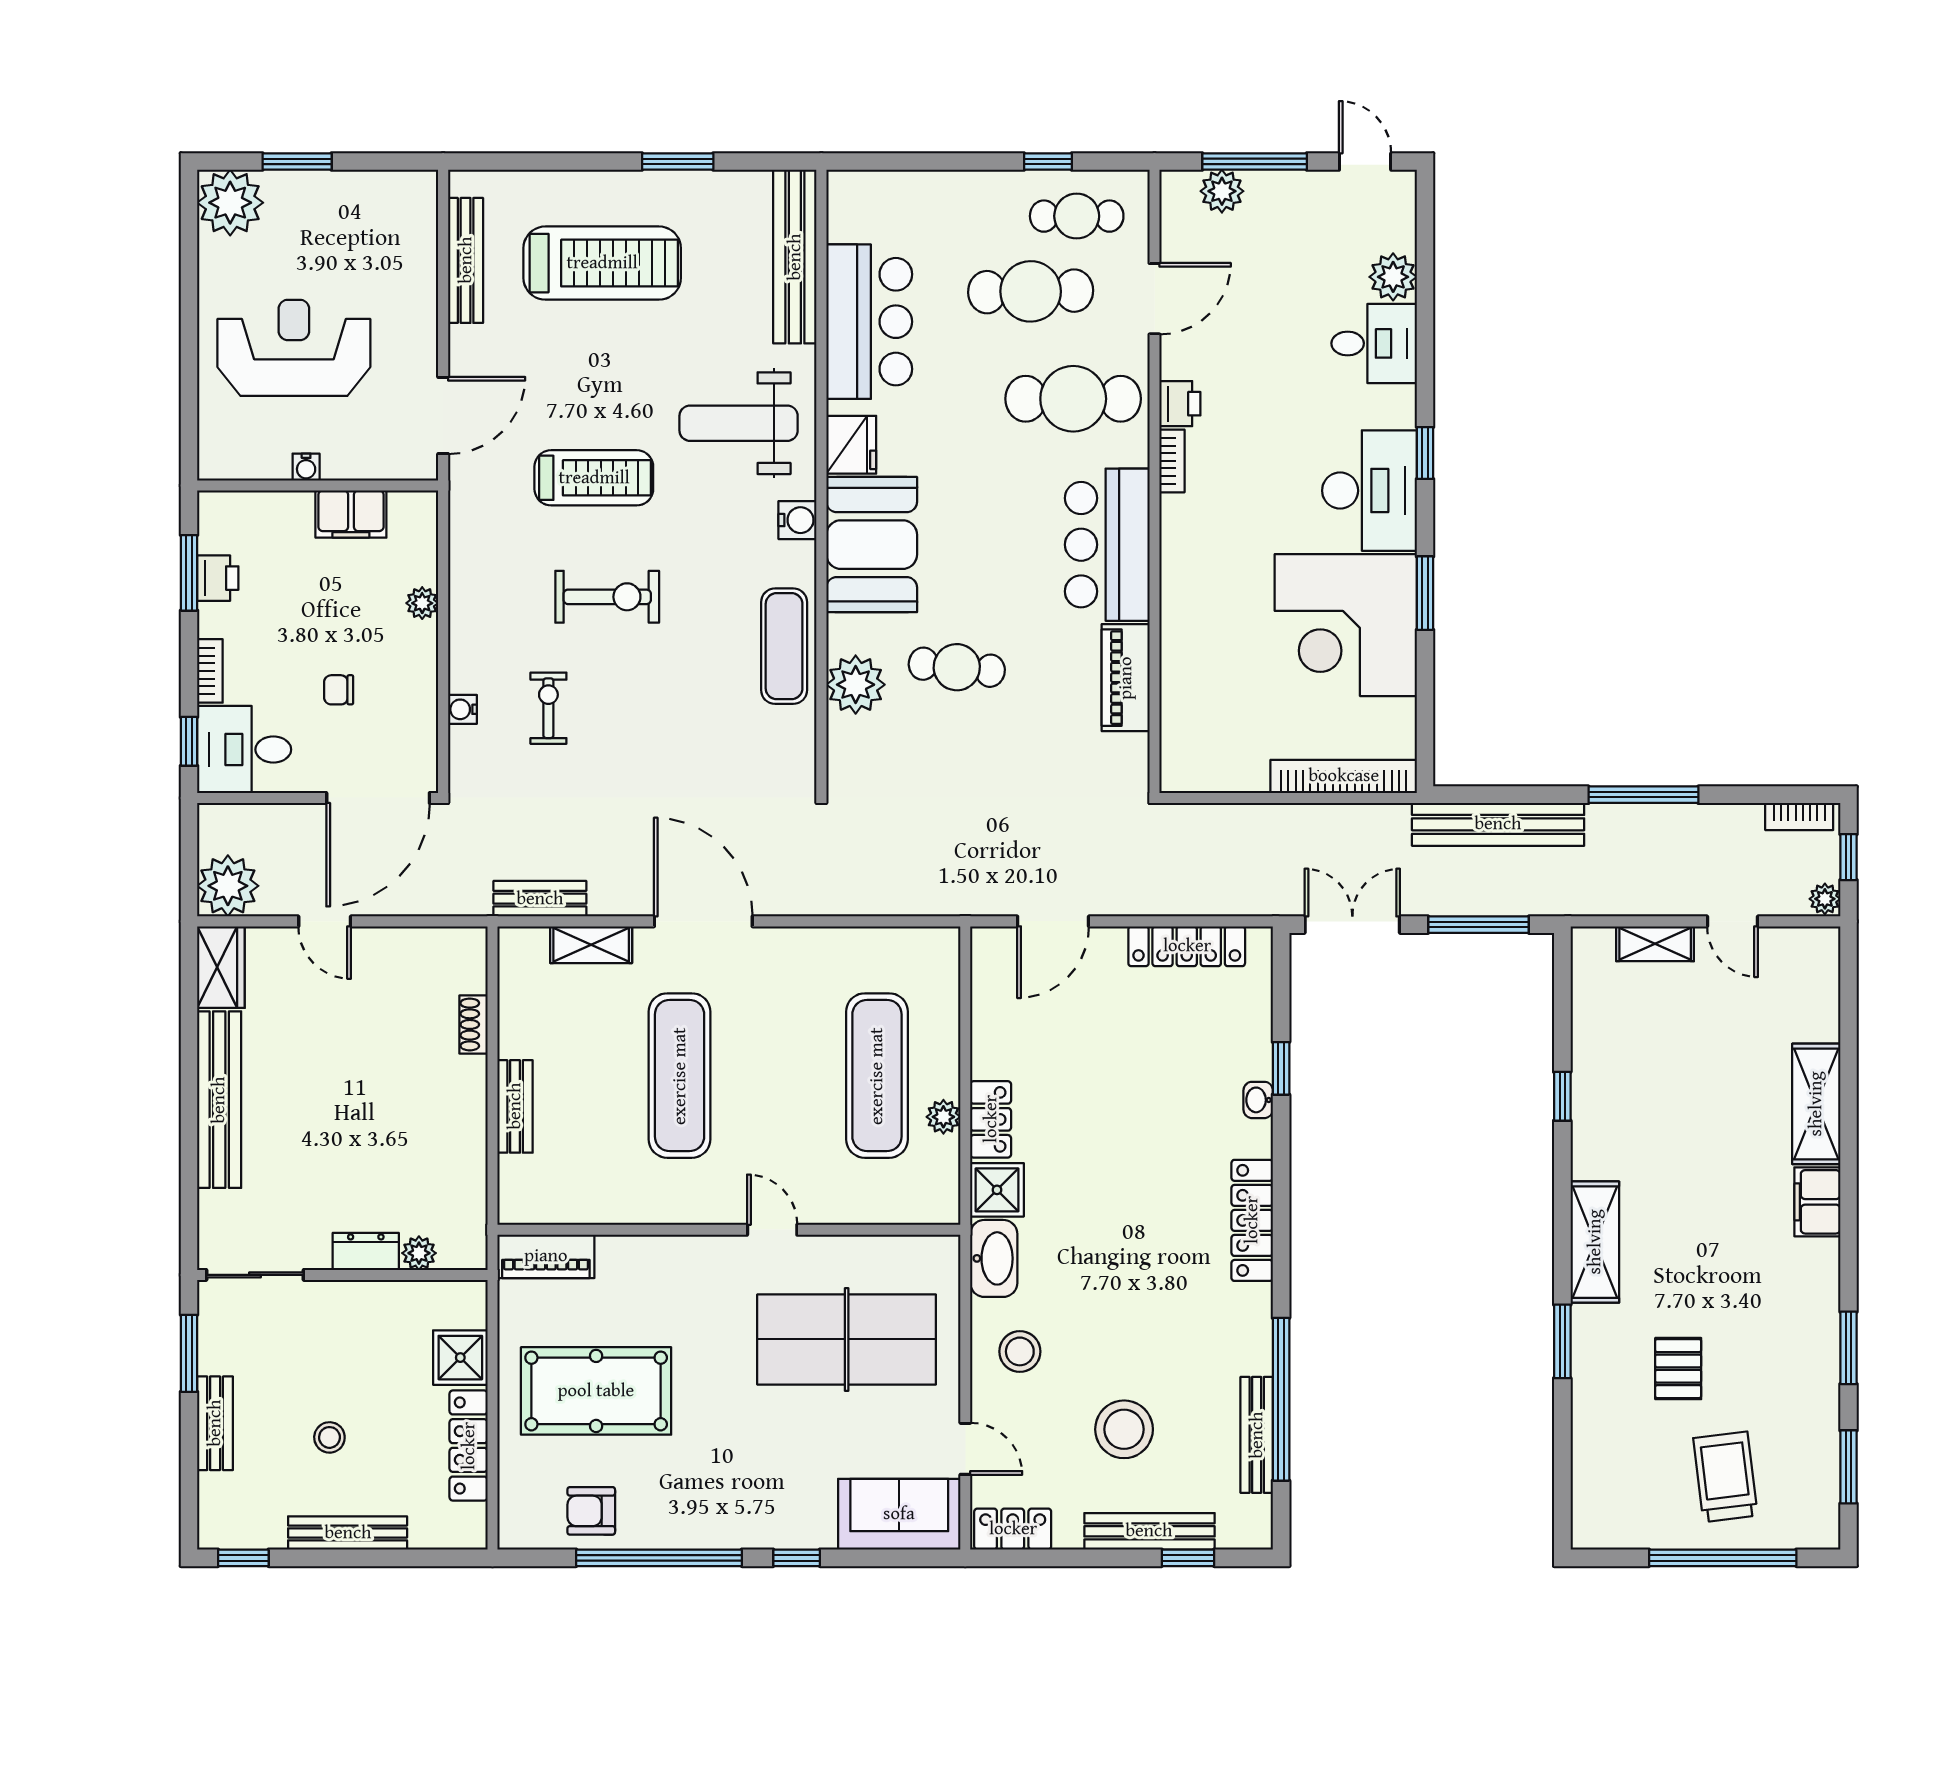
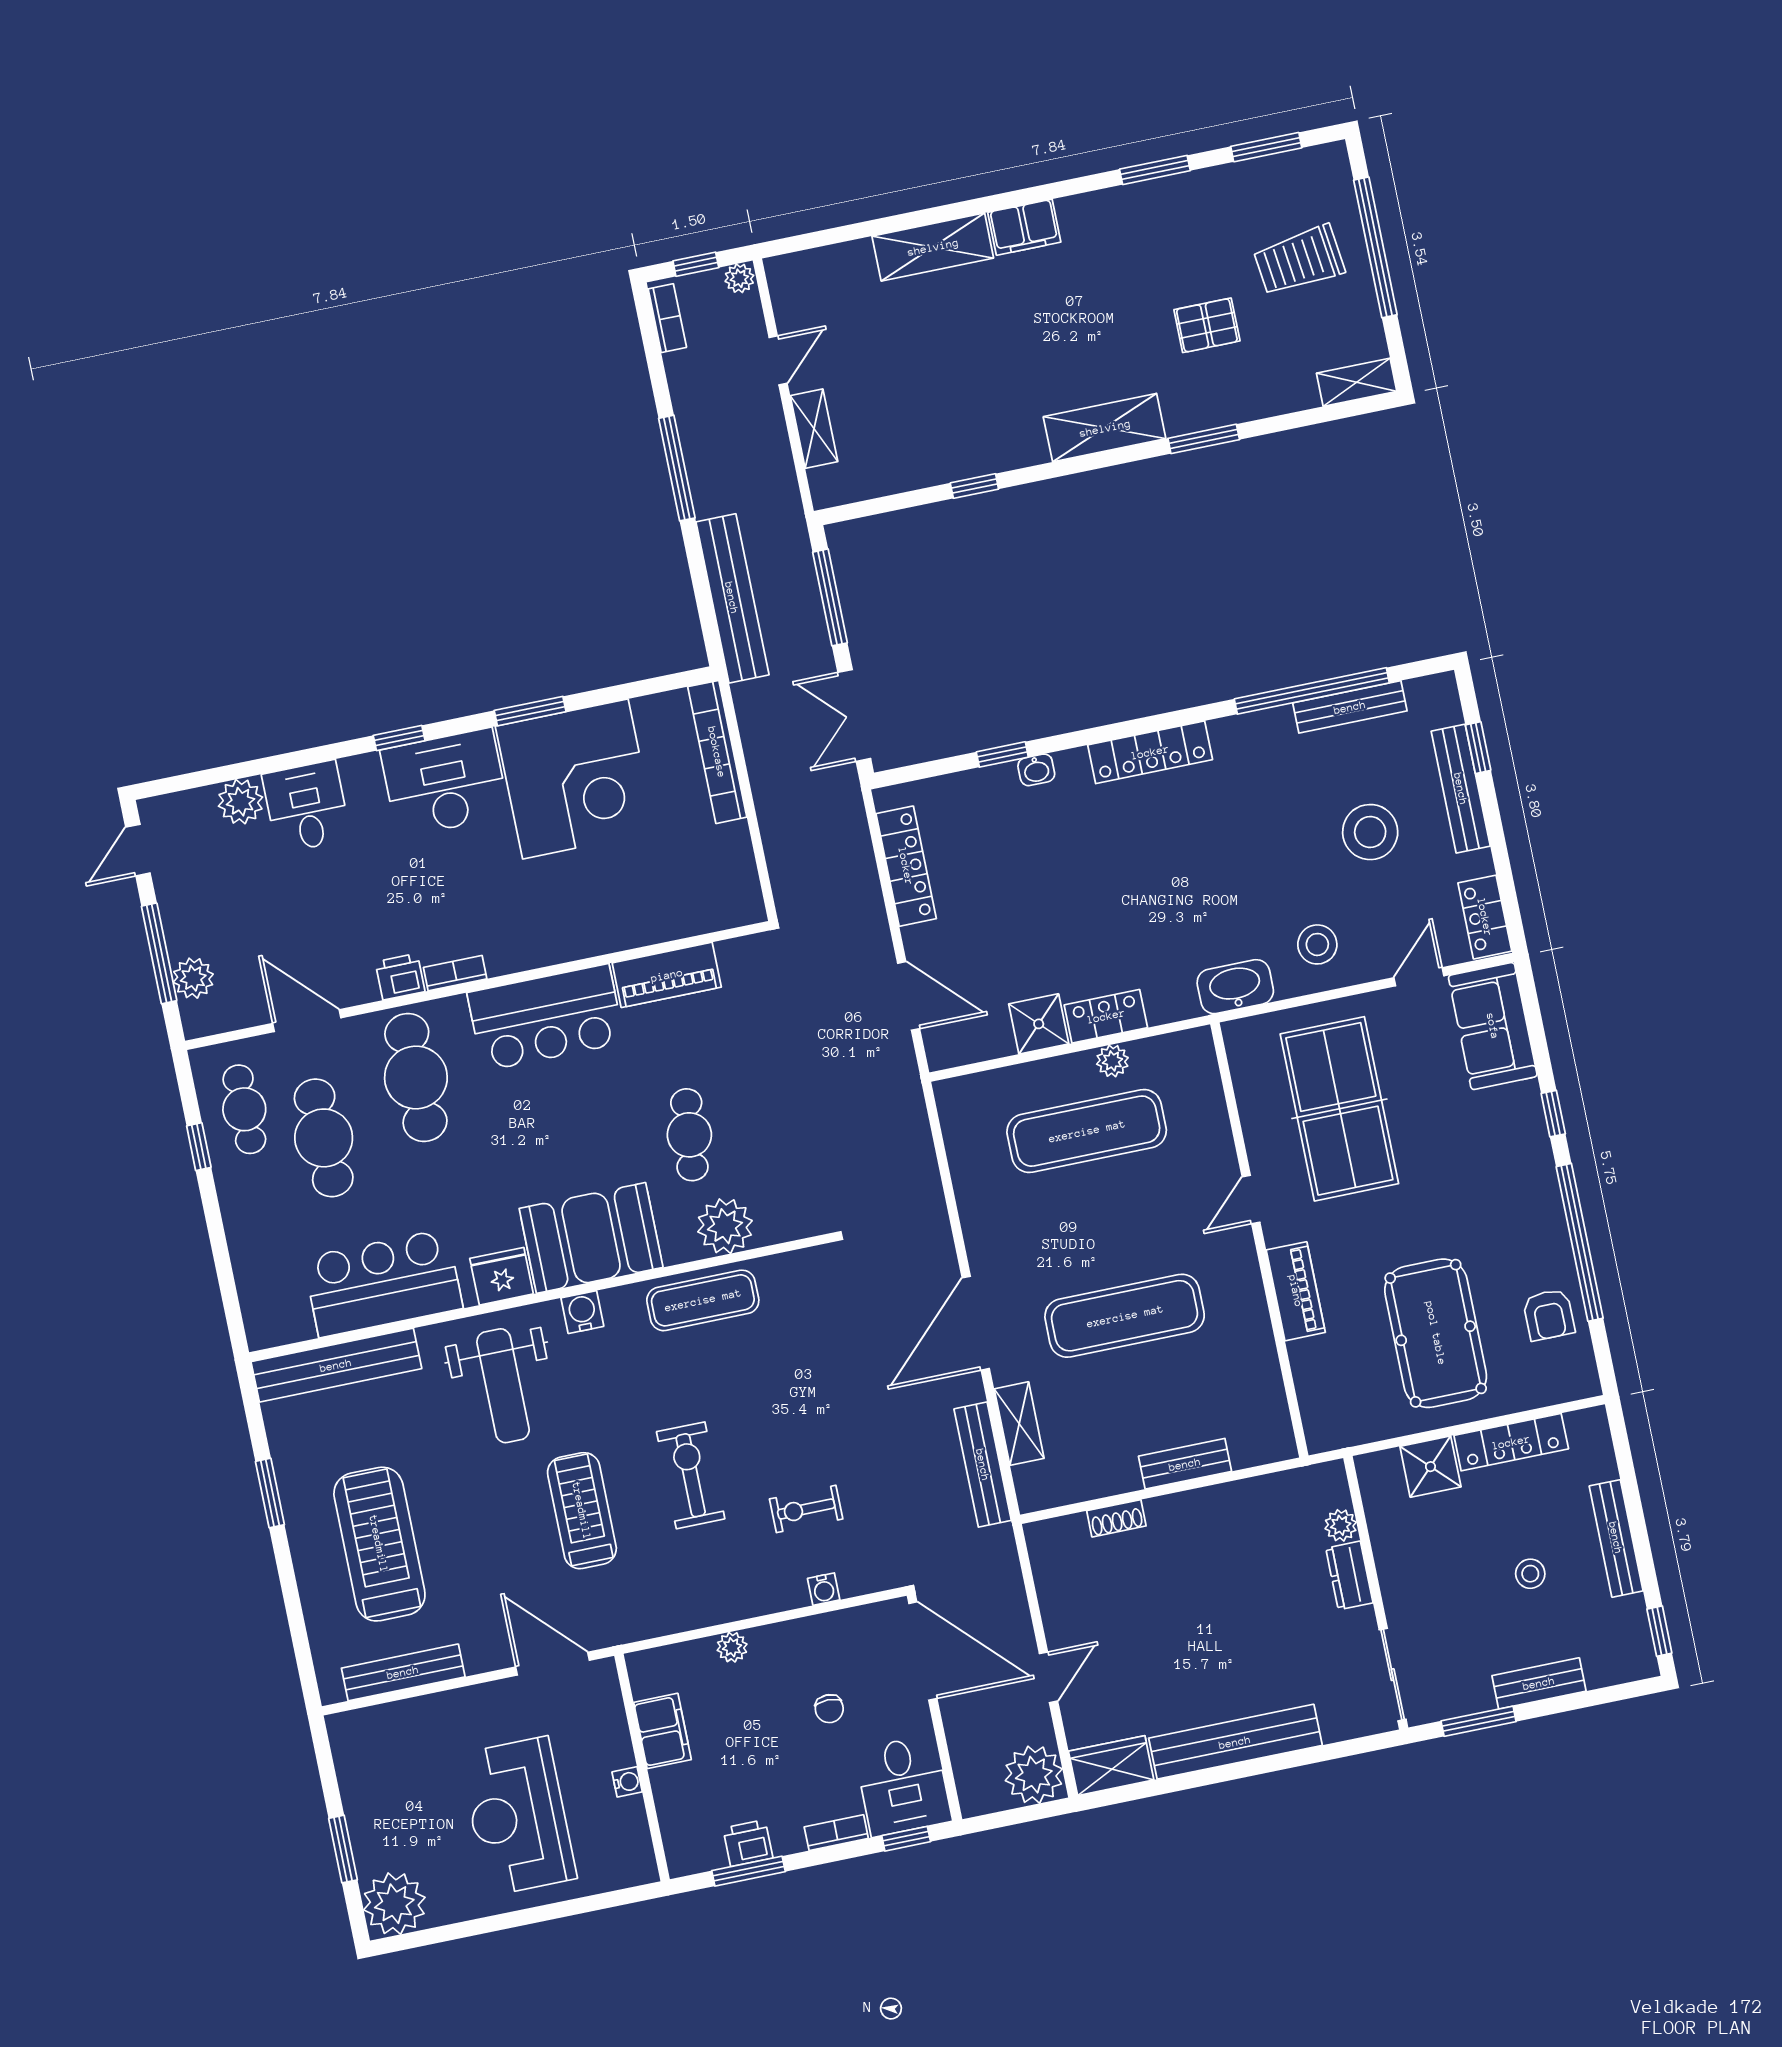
bench: (540, 899) -> (983, 1465), width x1.36
shower: (997, 1190) -> (1039, 1024), moved
piano: (546, 1256) -> (1296, 1291), moved
shelving: (1588, 1510) -> (1357, 382), added

